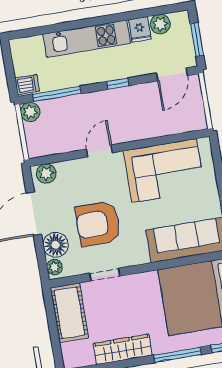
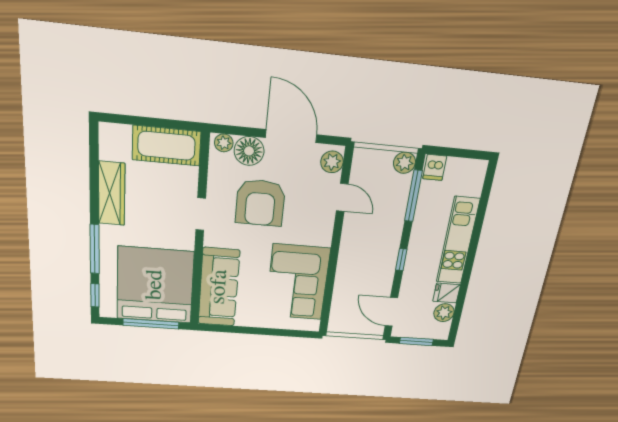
door: (100, 151) -> (342, 197), moved
armchair: (98, 224) -> (260, 203), turned 180
doorway: (105, 275) -> (201, 214), moved

